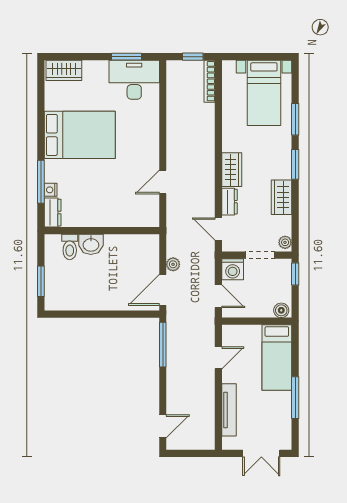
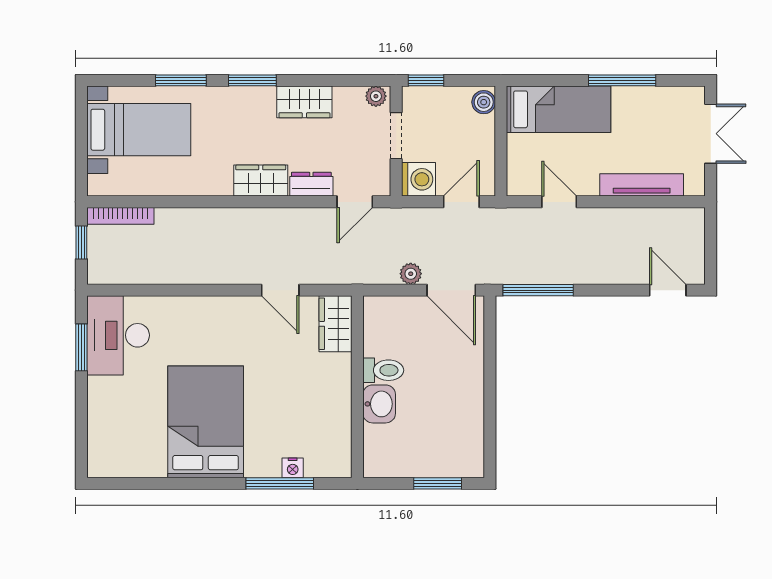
wardrobe: (64, 70) -> (336, 324), moved, turned 180
dresser: (53, 213) -> (329, 465), removed
toilet: (70, 247) -> (383, 370), moved

